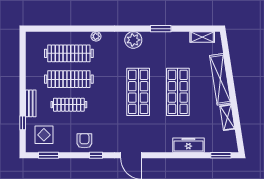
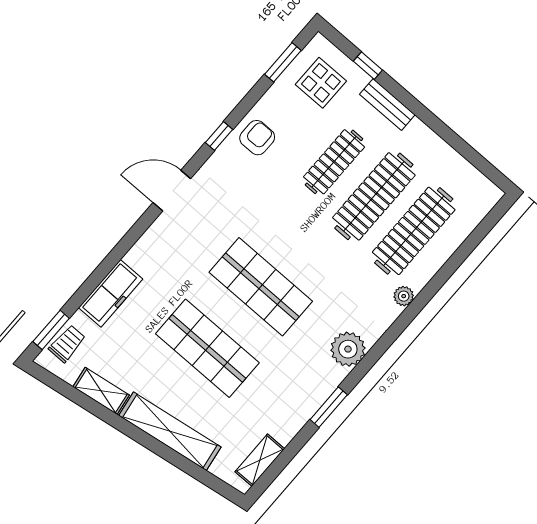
armchair: (84, 141) -> (257, 138), turned -90
trolley: (221, 145) -> (67, 344), added

